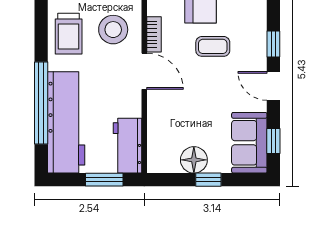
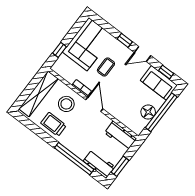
trolley: (69, 34) -> (54, 124), turned 180
door: (144, 71) -> (94, 104), hinge flipped
workbench: (66, 122) -> (99, 164), width x0.53, depth x0.76
window: (104, 180) -> (120, 166), moved
window: (208, 180) -> (161, 112), width x3.17

